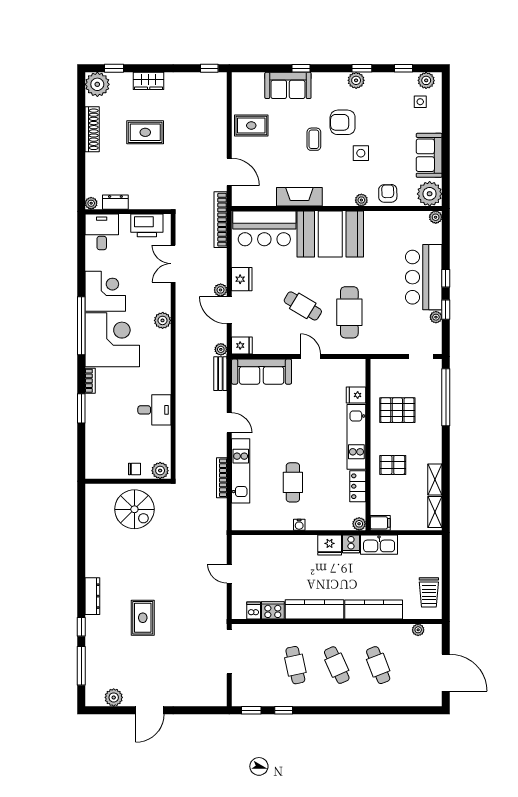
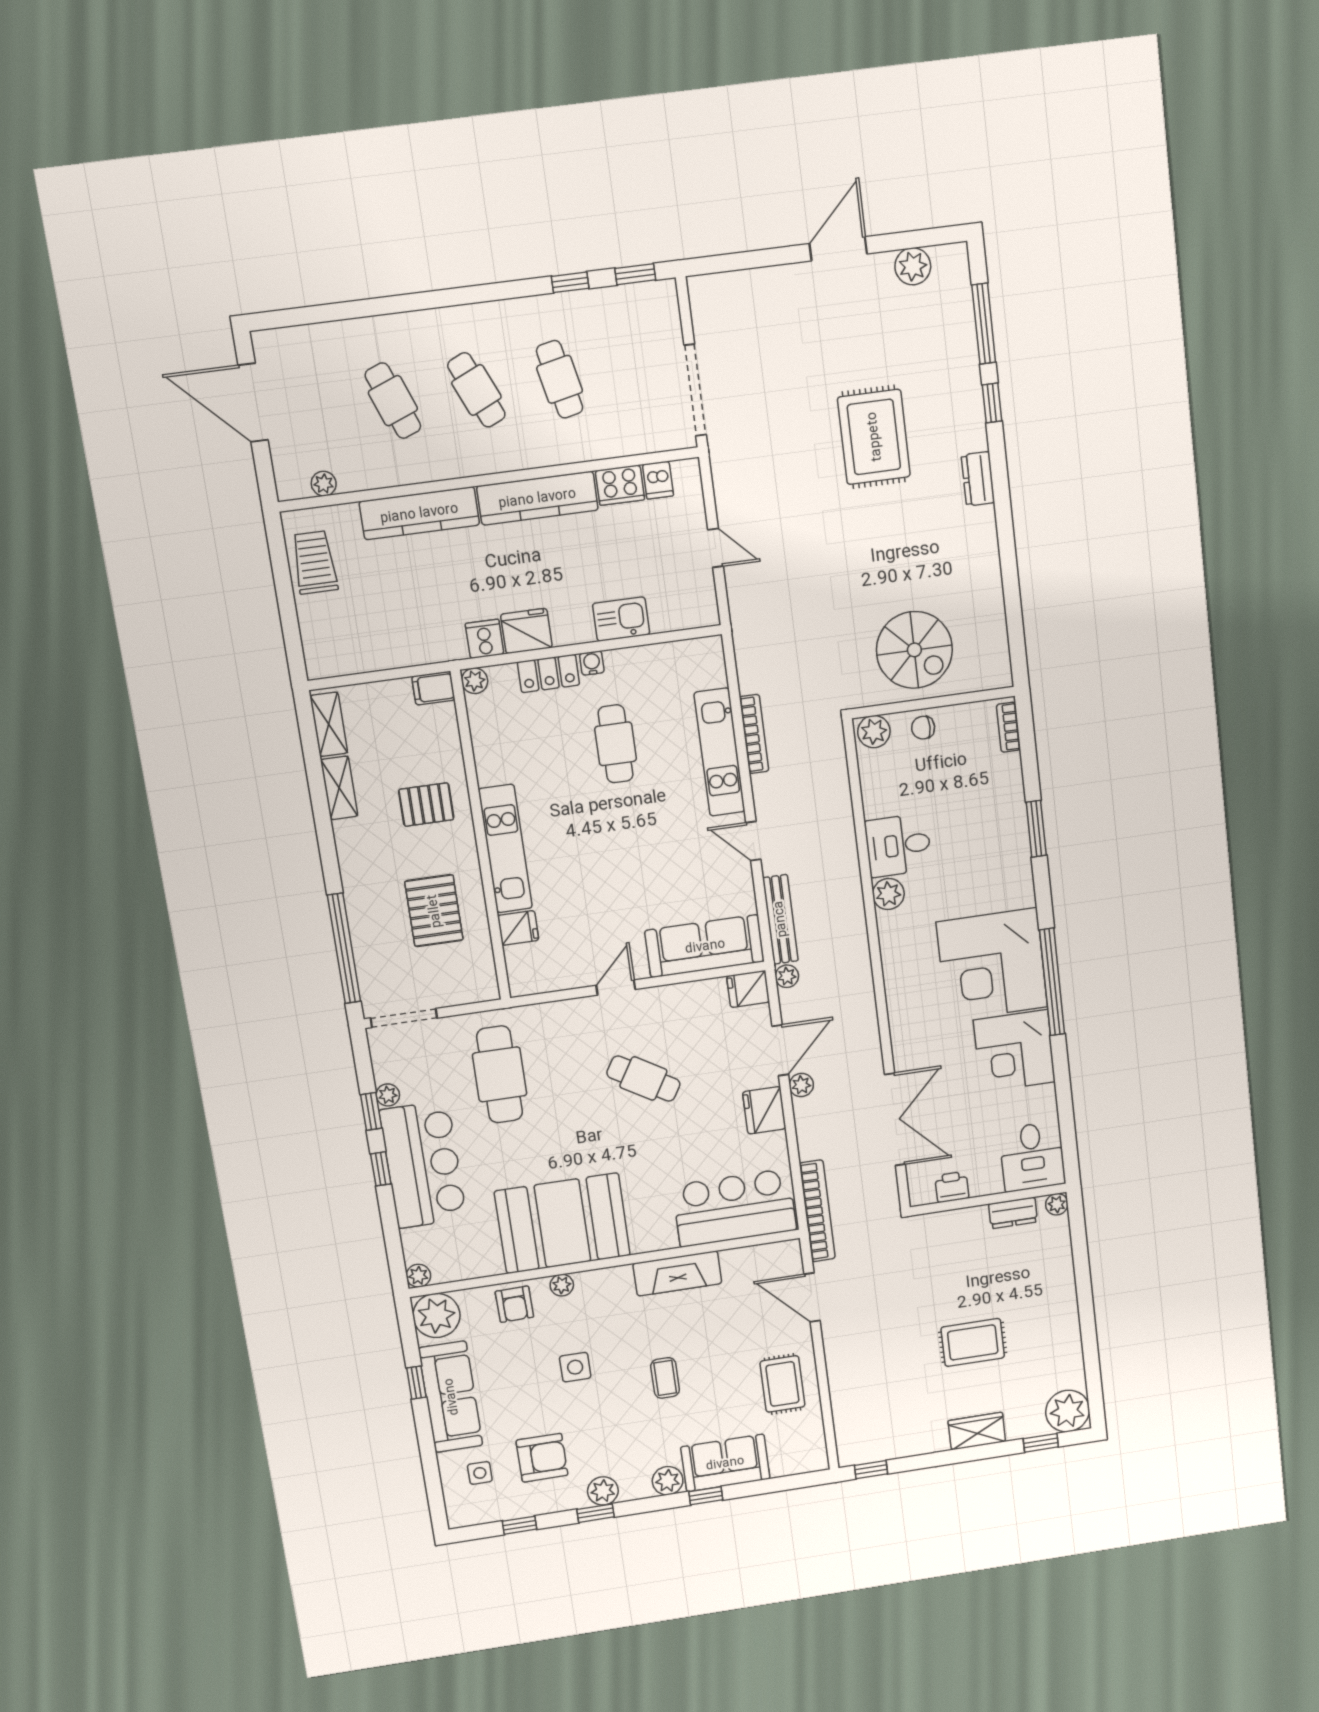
plant: (426, 80) -> (668, 1481), moved
armchair: (343, 122) -> (542, 1458), moved
rug: (251, 126) -> (782, 1384), turned 90
shoe rack: (92, 129) -> (1069, 1333), removed
sofa: (429, 155) -> (451, 1397), width x1.36
window: (446, 158) -> (416, 1383), added
printer: (147, 225) -> (952, 1187), width x0.53, depth x0.68
booth: (330, 234) -> (562, 1223), moved
double door: (173, 264) -> (895, 1119), width x1.37
door: (229, 310) -> (780, 1050), hinge flipped
cafe table: (349, 312) -> (500, 1074), moved
plant: (163, 320) -> (888, 894), moved
door: (310, 357) -> (616, 987), swing flipped
doorway: (421, 357) -> (404, 1018), width x1.38
bench: (220, 374) -> (780, 919), width x1.36
bookcase: (90, 381) -> (1008, 727), moved
pallet: (397, 410) -> (434, 911), turned 90
locker: (358, 486) -> (549, 673), moved, turned 90
spiral stairs: (134, 509) -> (914, 650), turned 180
kitchen sink: (379, 545) -> (621, 619), moved, width x0.73
dresser: (92, 596) -> (978, 479), width x0.70
rug: (143, 618) -> (874, 437), width x1.36, depth x1.43

